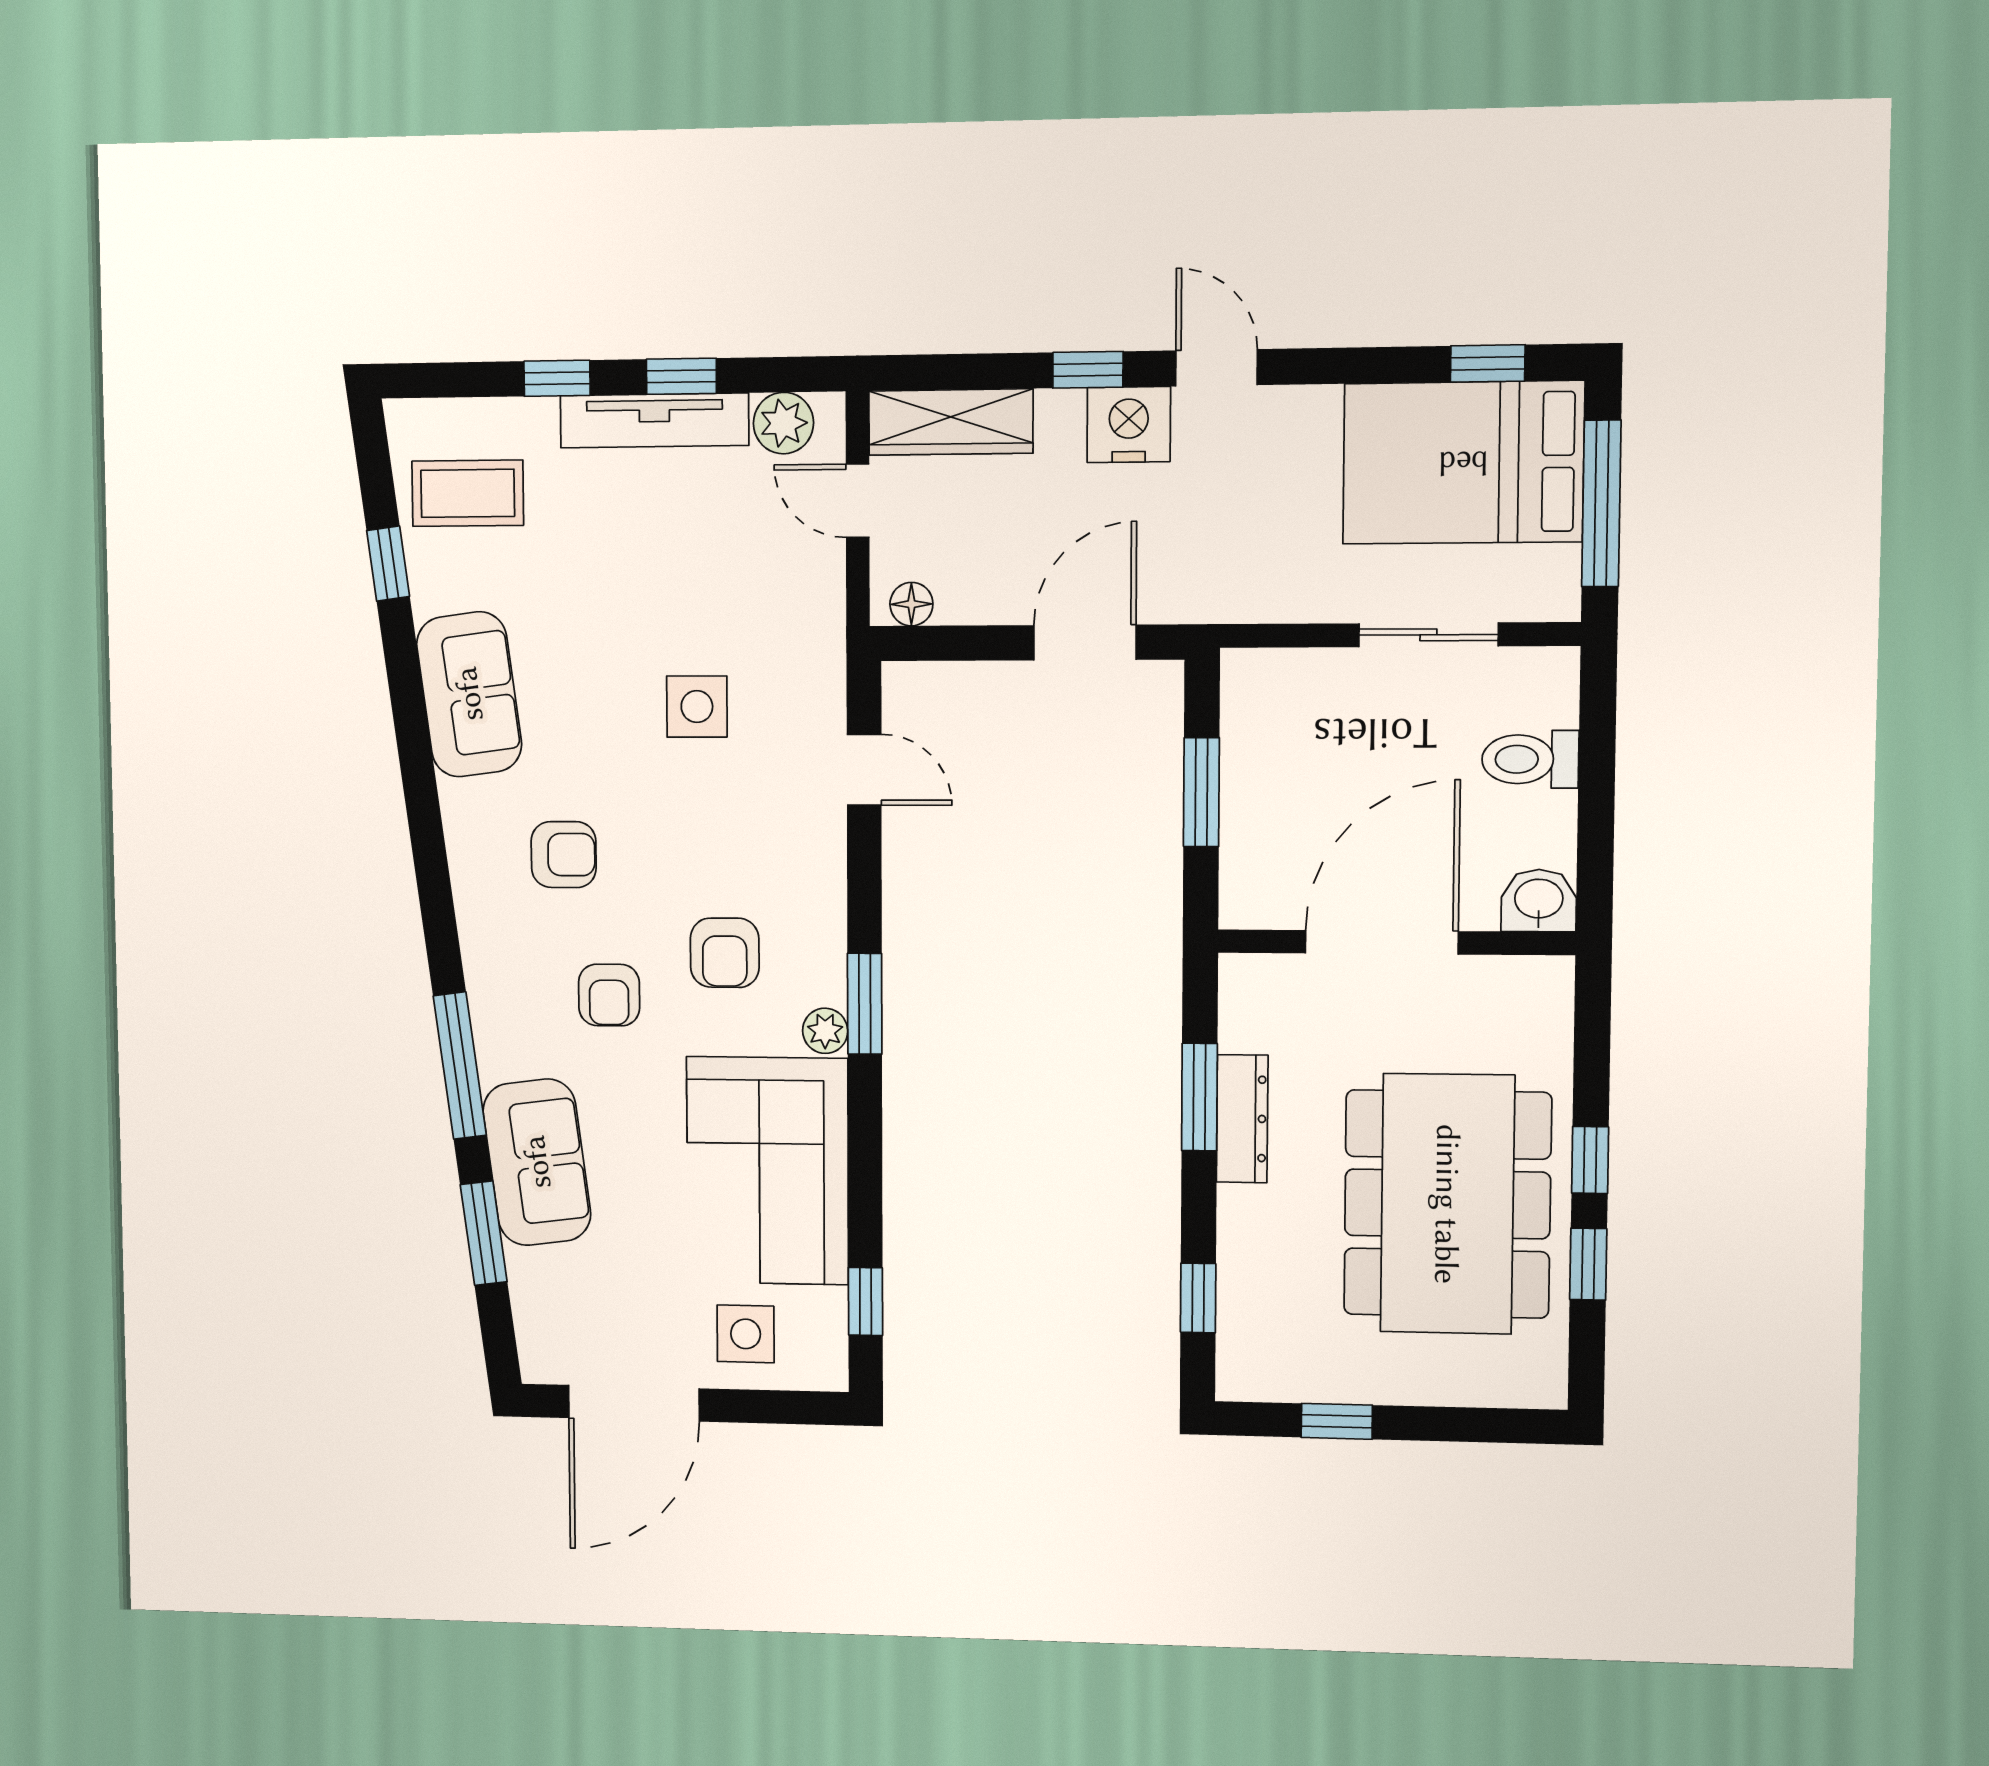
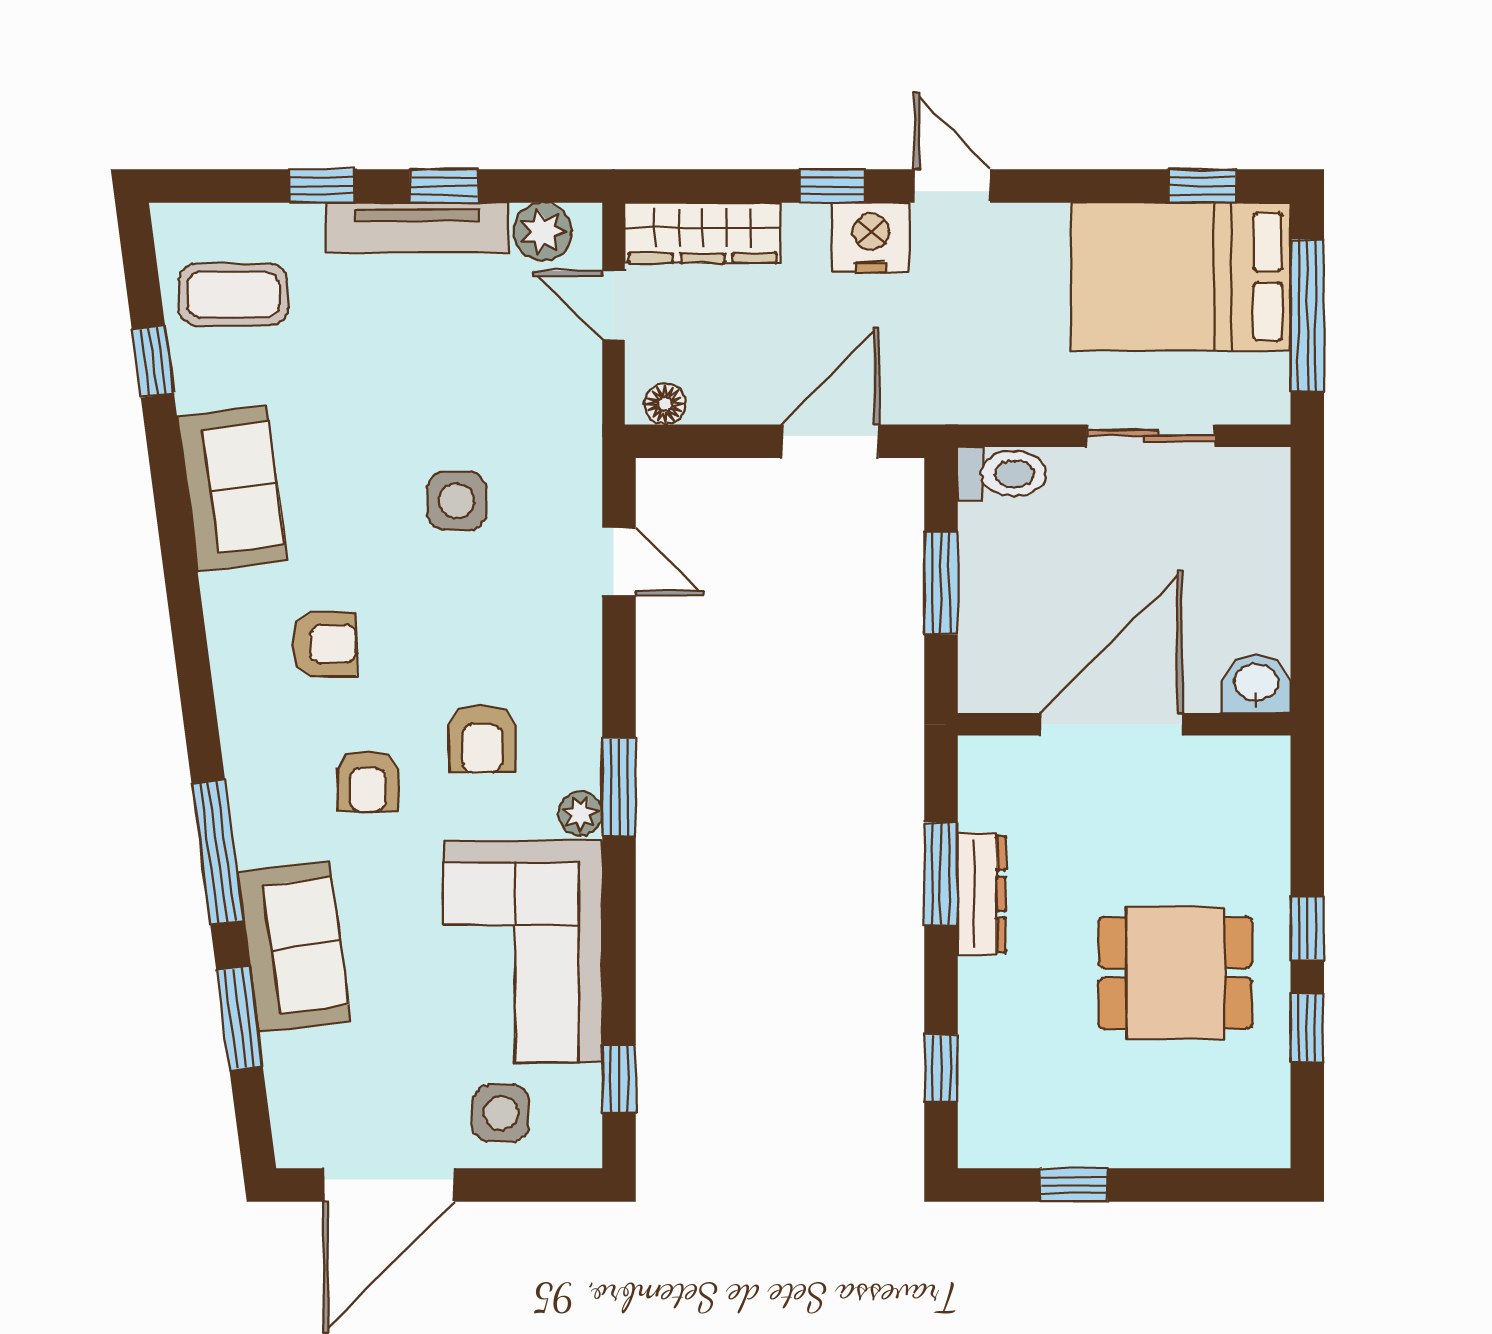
toilet: (1530, 759) -> (1002, 474), moved, turned 180
dining table: (1447, 1204) -> (1175, 973), width x0.53, depth x0.80

